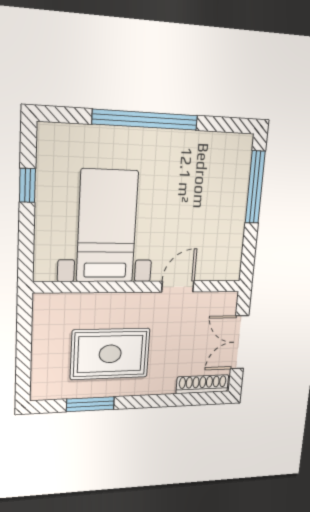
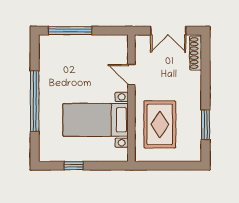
rug: (110, 354) -> (160, 124), moved

